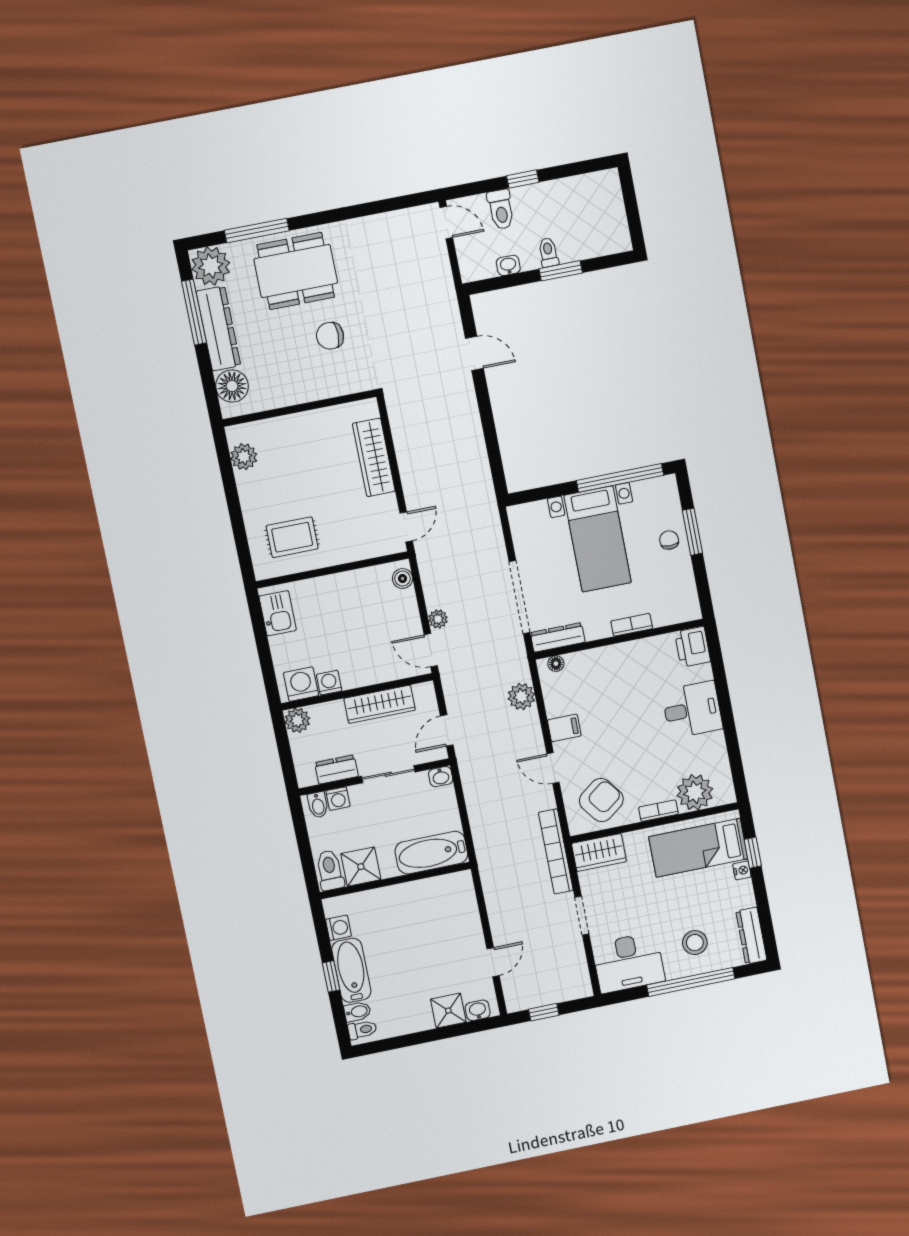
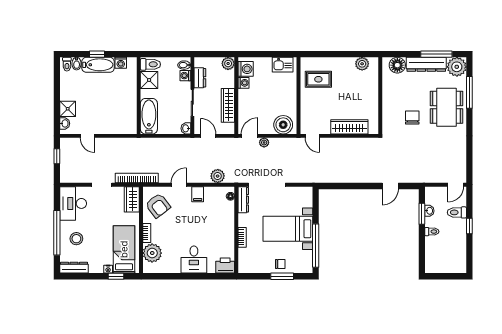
window: (561, 271) -> (422, 214), moved
rug: (292, 537) -> (318, 79), turned 90
boiler: (403, 578) -> (283, 125), width x1.86, depth x1.86

